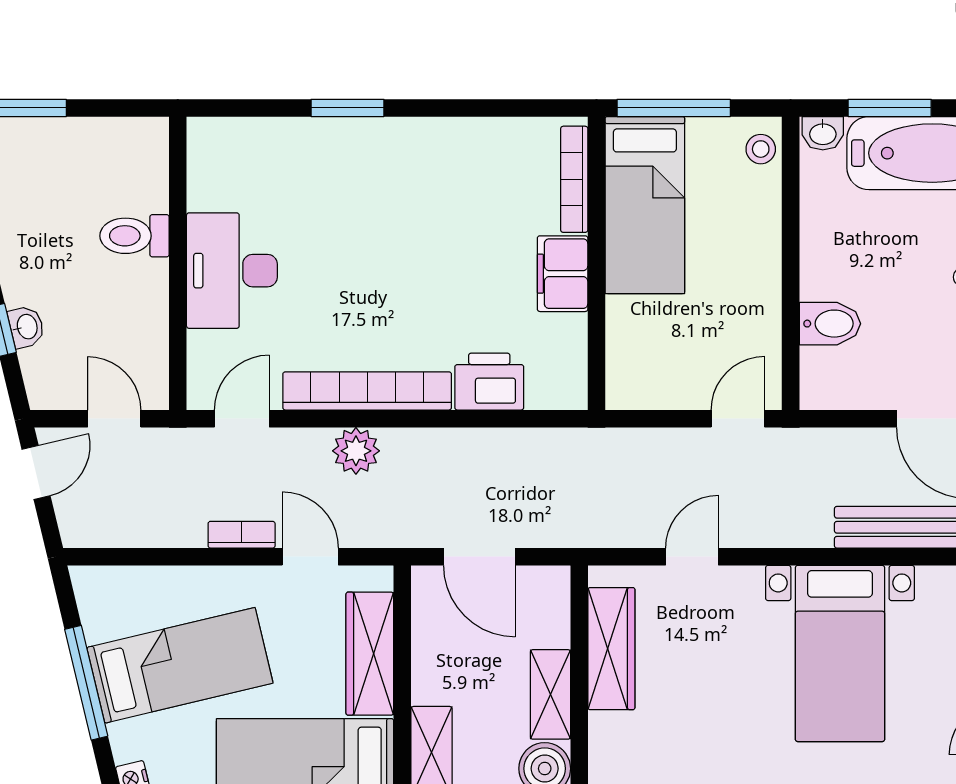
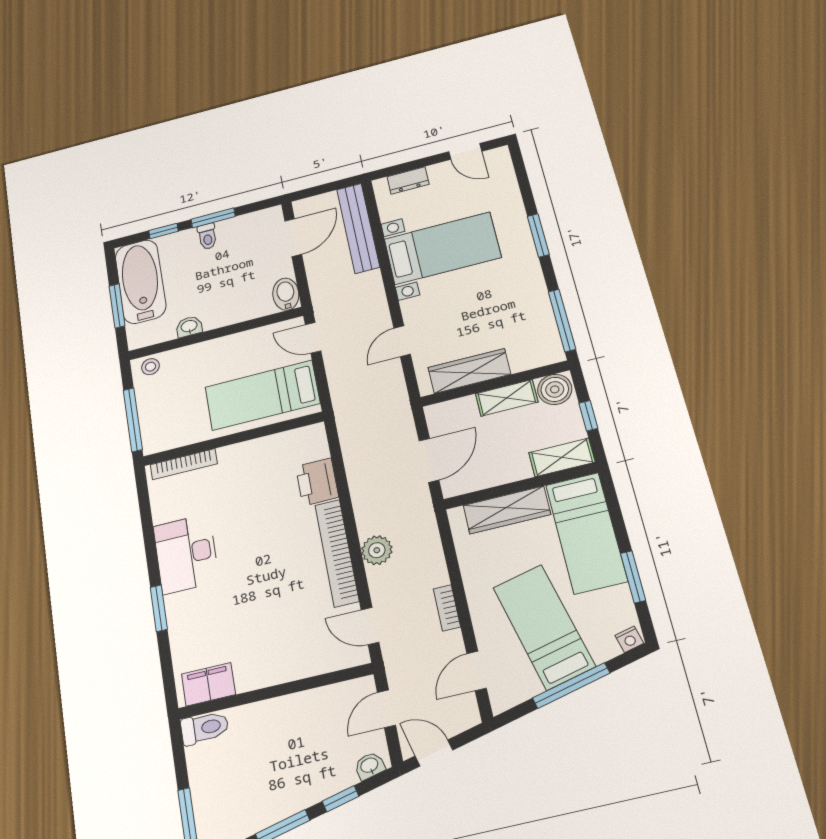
washbasin: (823, 133) -> (189, 327), moved, turned -90
bed: (645, 205) -> (262, 395), moved, turned 180
toilet: (135, 236) -> (205, 728), moved, turned -90
desk: (232, 271) -> (186, 554), moved, turned 90
filing cabinet: (563, 274) -> (208, 684), moved, turned 180
bidet: (830, 324) -> (286, 294), moved
washbasin: (26, 327) -> (370, 766), moved
door: (310, 557) -> (476, 671), moved
door: (692, 557) -> (402, 341), hinge flipped

